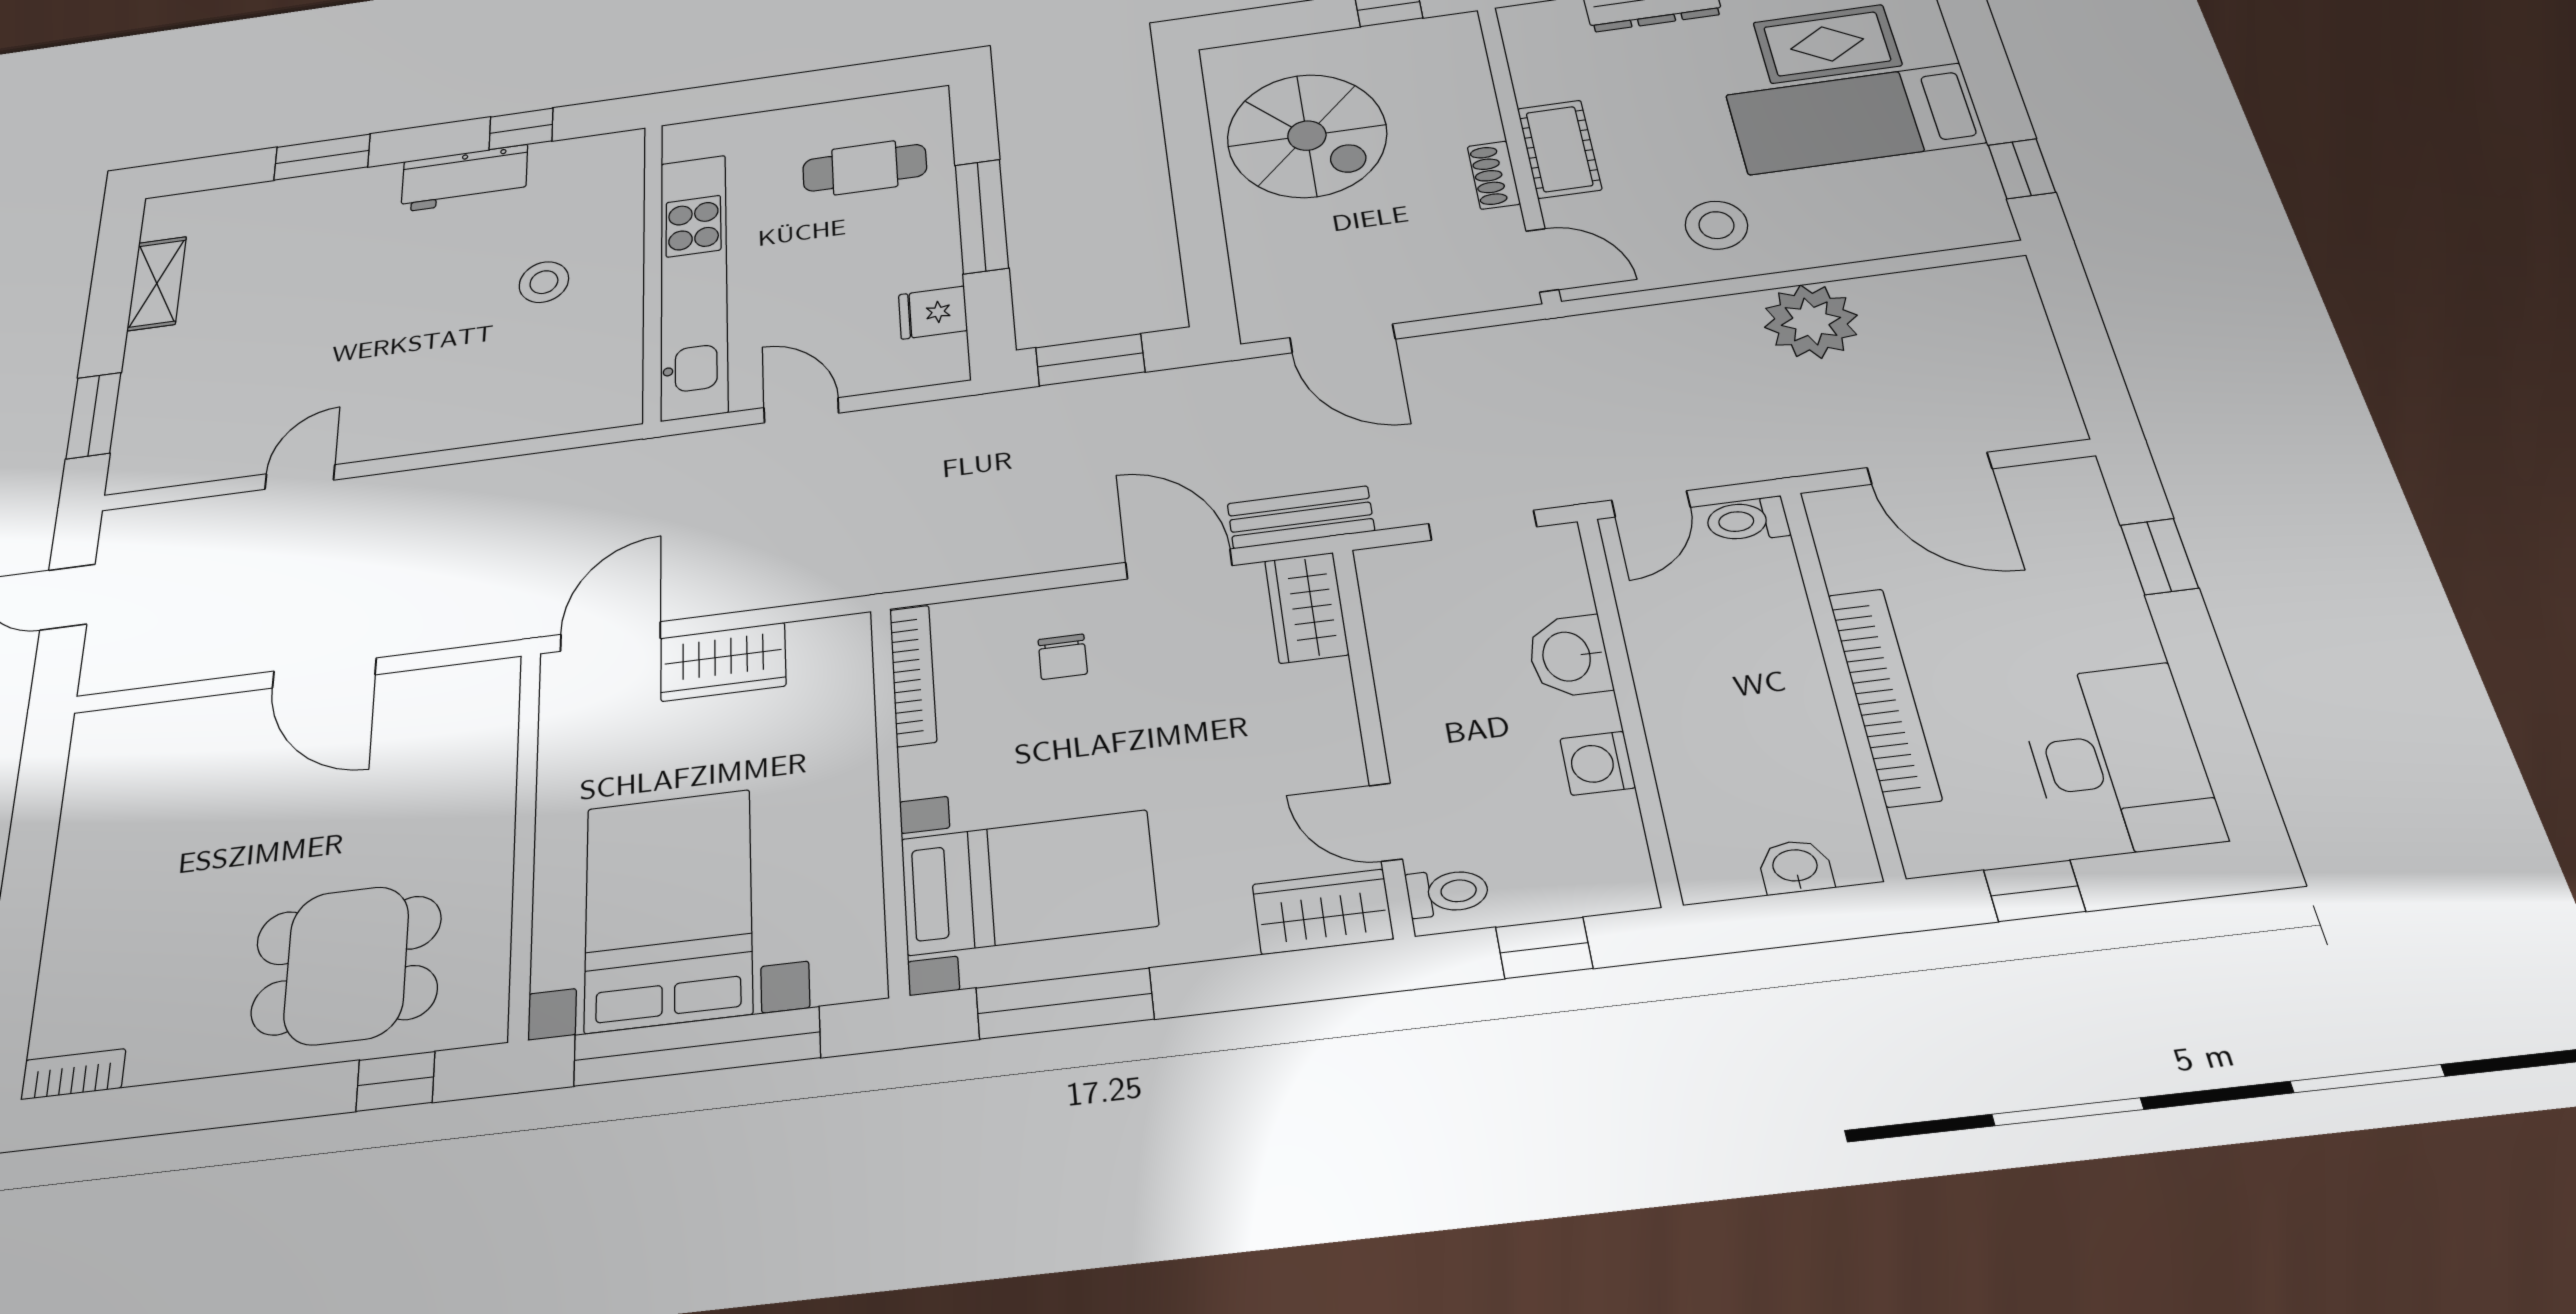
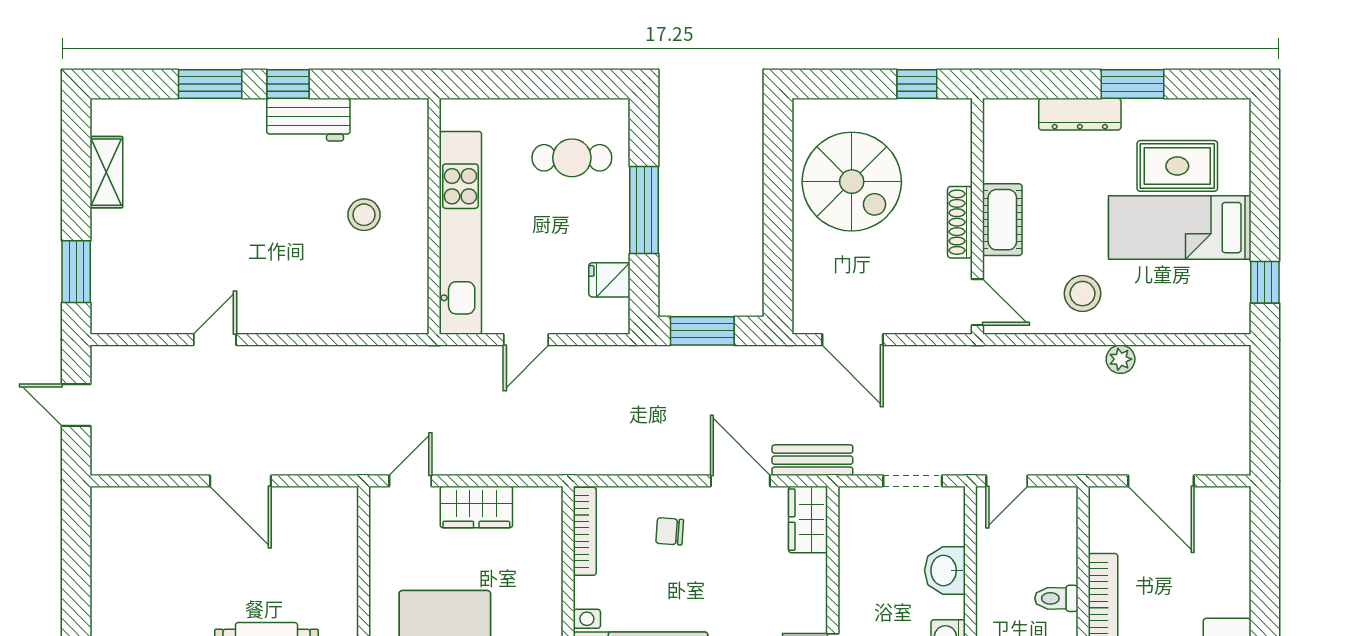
window: (521, 129) -> (288, 84), moved
shoe rack: (1494, 175) -> (960, 222), width x1.43
plant: (1811, 321) -> (1121, 359), width x0.53, depth x0.53
door: (801, 410) -> (526, 340), swing flipped
toilet: (1747, 520) -> (1056, 598), moved
window: (2159, 556) -> (1265, 554), removed
door: (610, 637) -> (410, 481), width x0.73
chair: (1063, 657) -> (670, 531), turned 94

